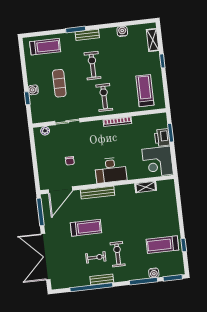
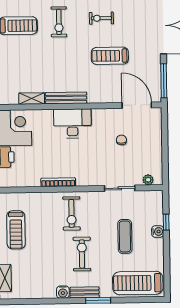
water cooler: (122, 31) -> (63, 292), moved
treadmill: (45, 47) -> (138, 283), width x1.37, depth x1.38
exercise bike: (93, 66) -> (82, 254), turned 180
treadmill: (145, 91) -> (16, 230), moved
door: (60, 190) -> (137, 105), hinge flipped
bench: (98, 193) -> (66, 98), moved
exercise bike: (118, 254) -> (59, 22), moved

